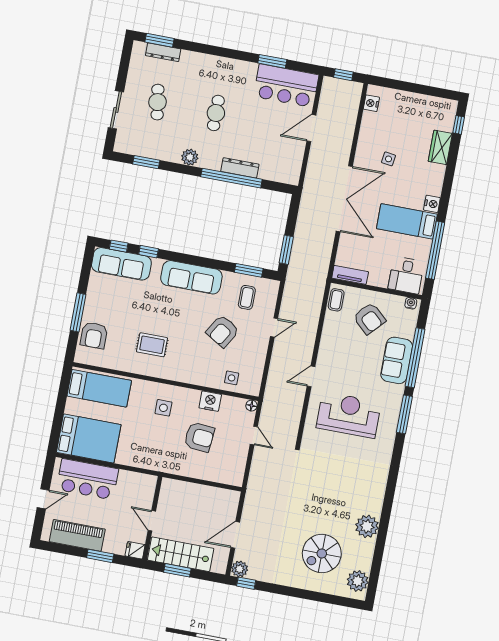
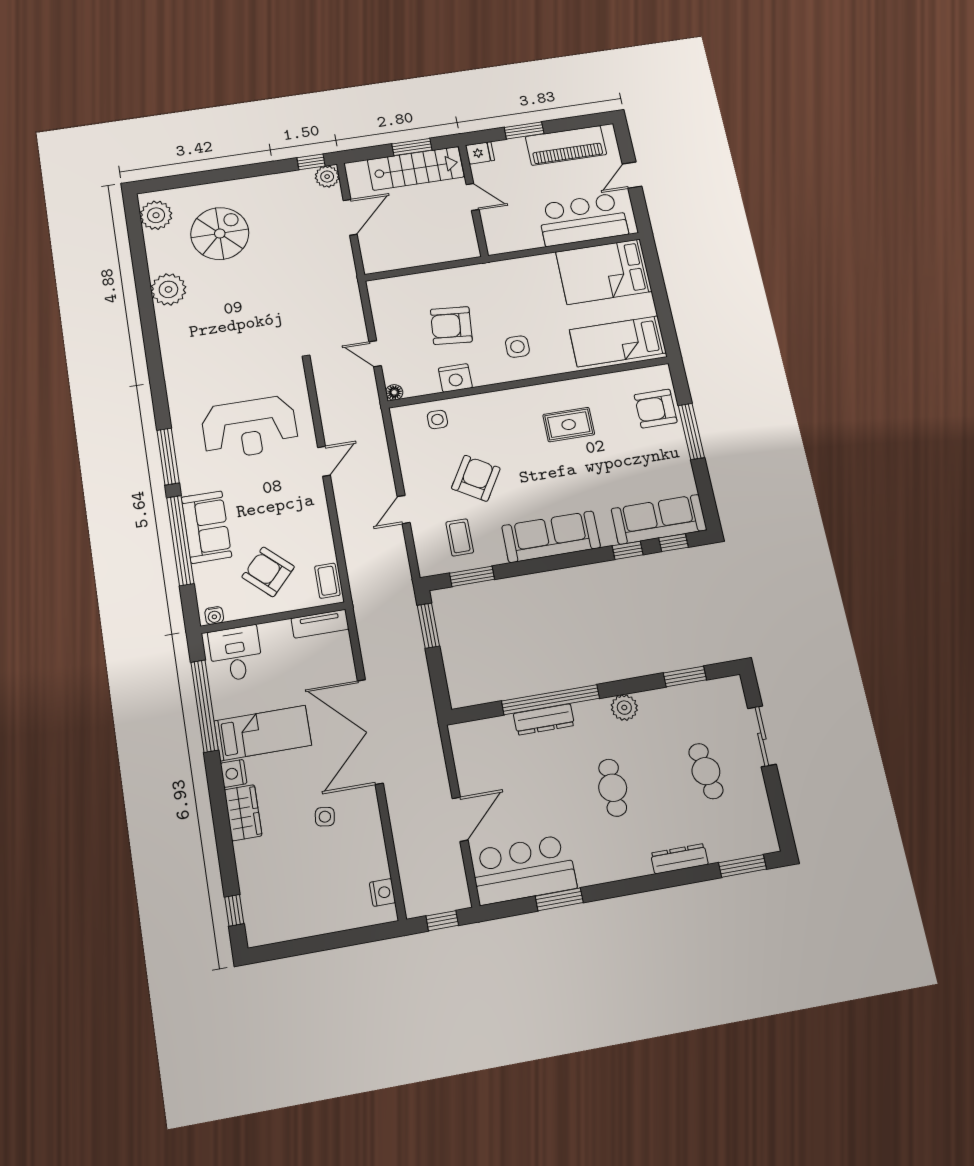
dresser: (163, 52) -> (679, 859), moved
wardrobe: (440, 147) -> (243, 813), moved
armchair: (94, 335) -> (656, 409), turned -90

